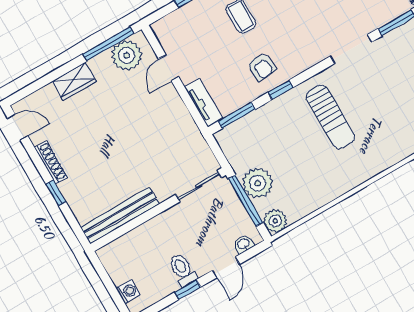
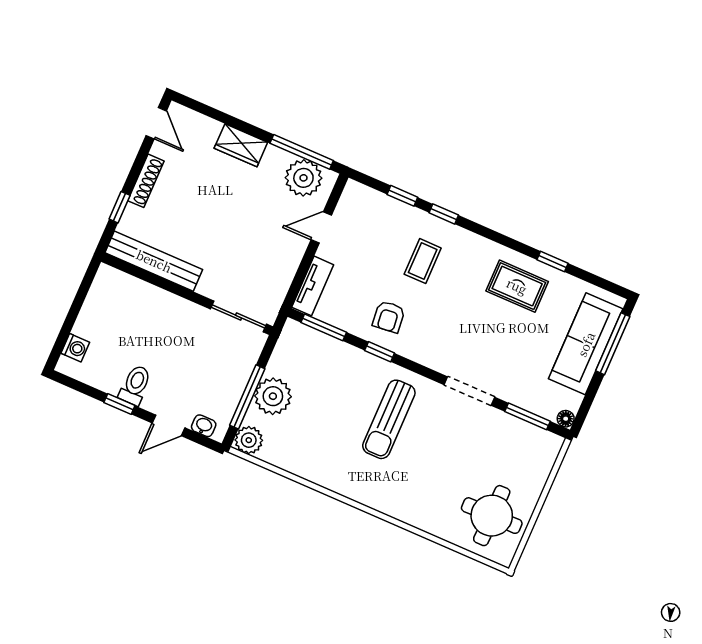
sliding door: (199, 186) -> (239, 316), moved
wall: (158, 209) -> (187, 294), moved
bench: (120, 216) -> (154, 261), moved

